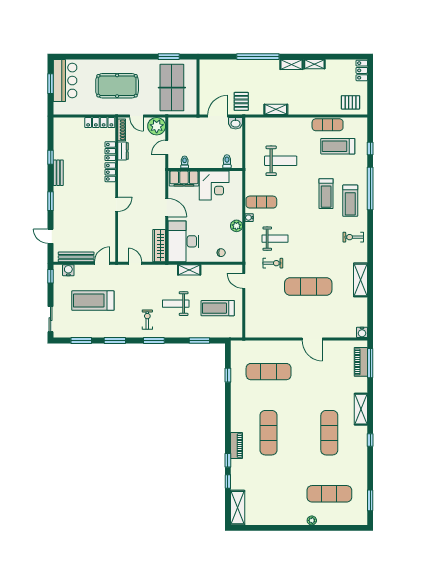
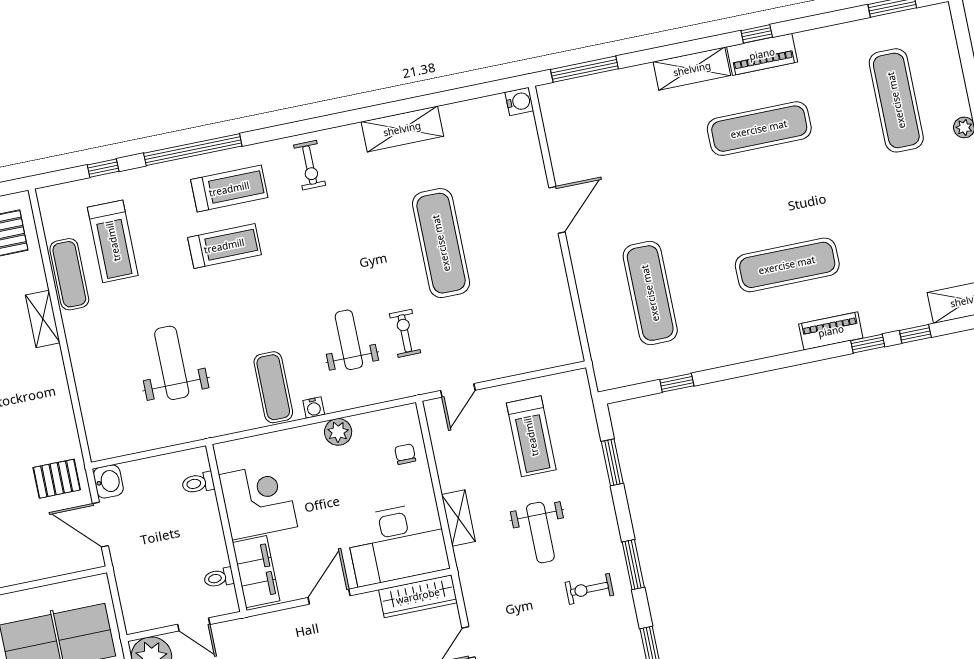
shelving: (276, 109) -> (43, 319), moved
piano: (361, 362) -> (762, 54), moved

